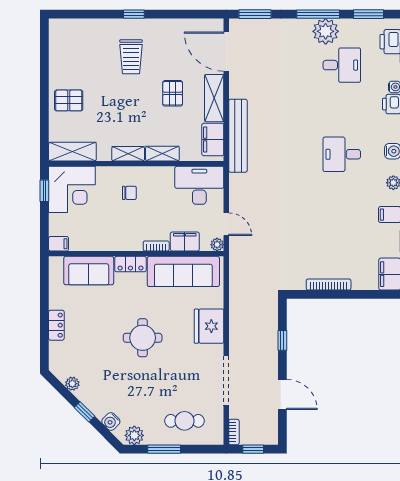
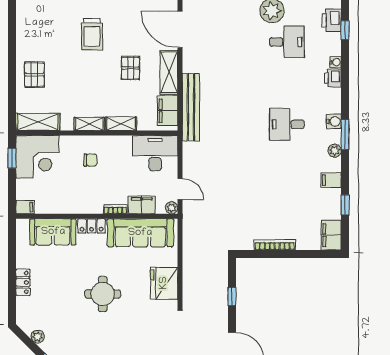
pallet: (69, 100) -> (34, 75), turned 90

